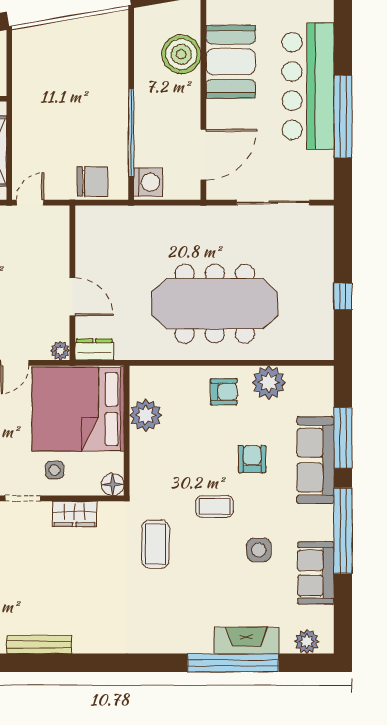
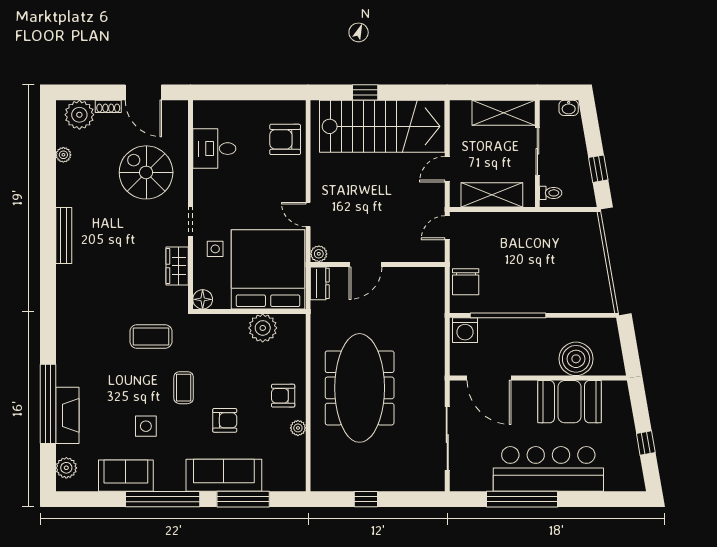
door: (30, 203) -> (447, 228), swing flipped
plant: (269, 382) -> (298, 428), width x0.53, depth x0.53
armchair: (224, 392) -> (283, 396), turned 90

